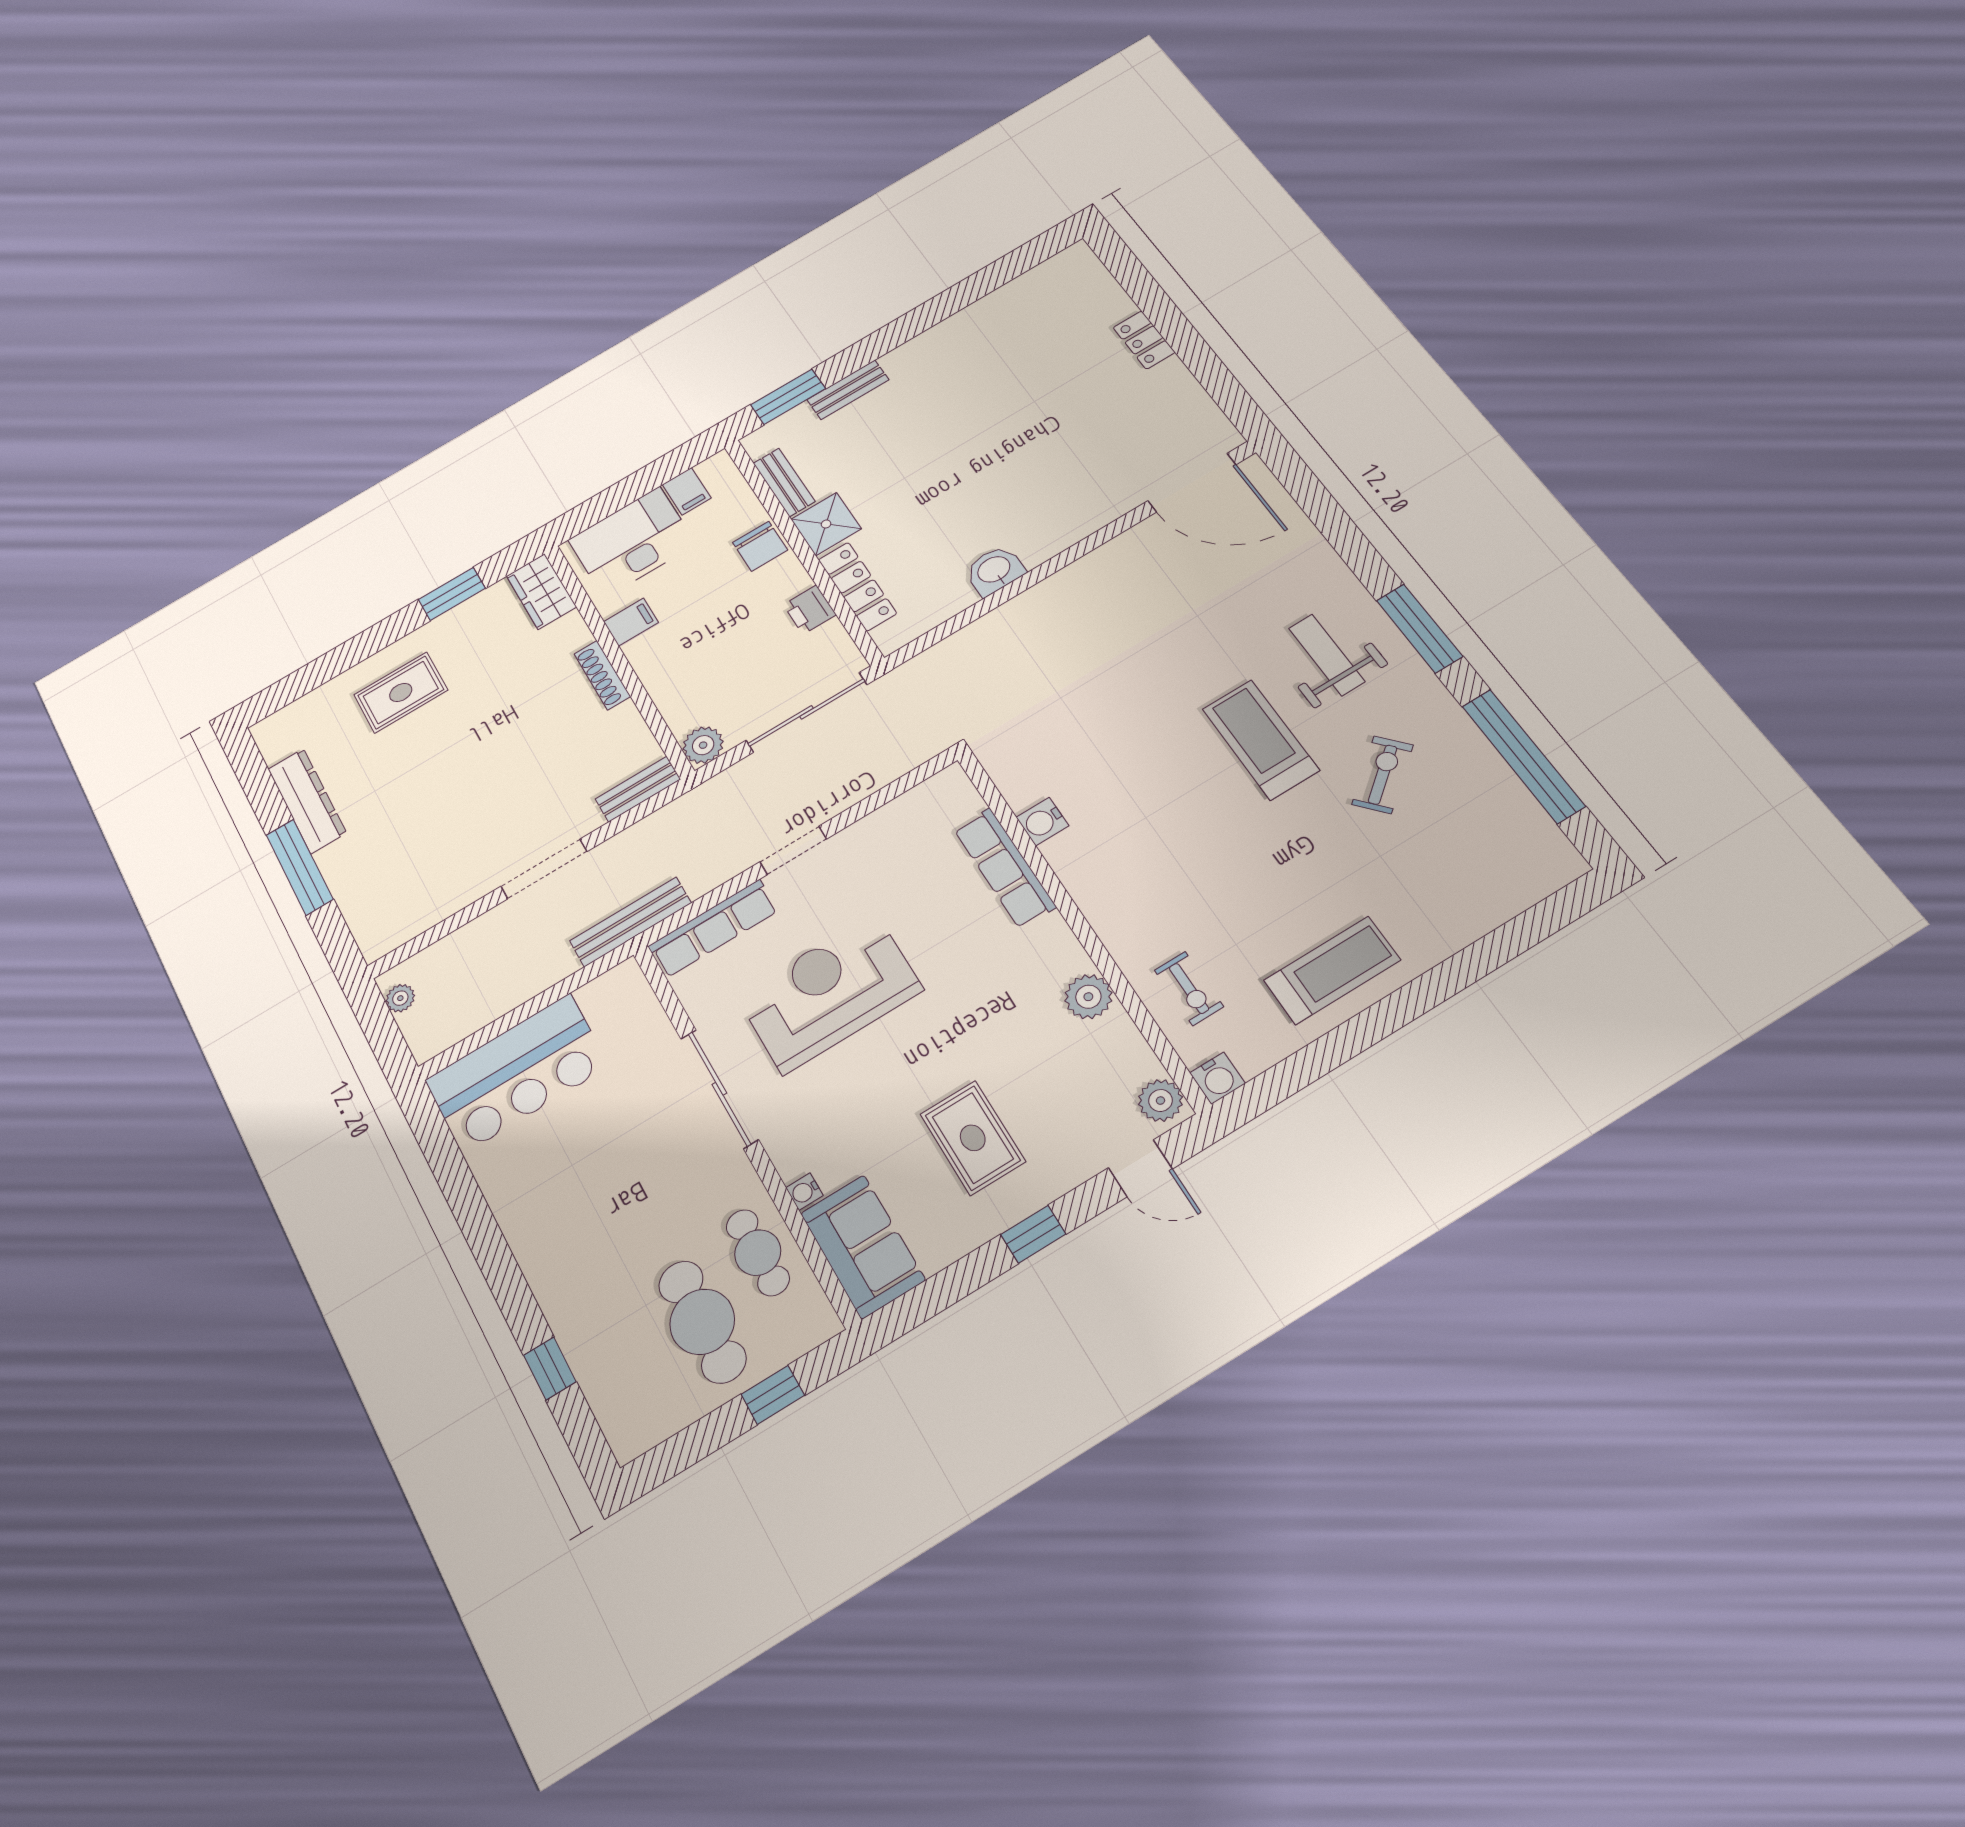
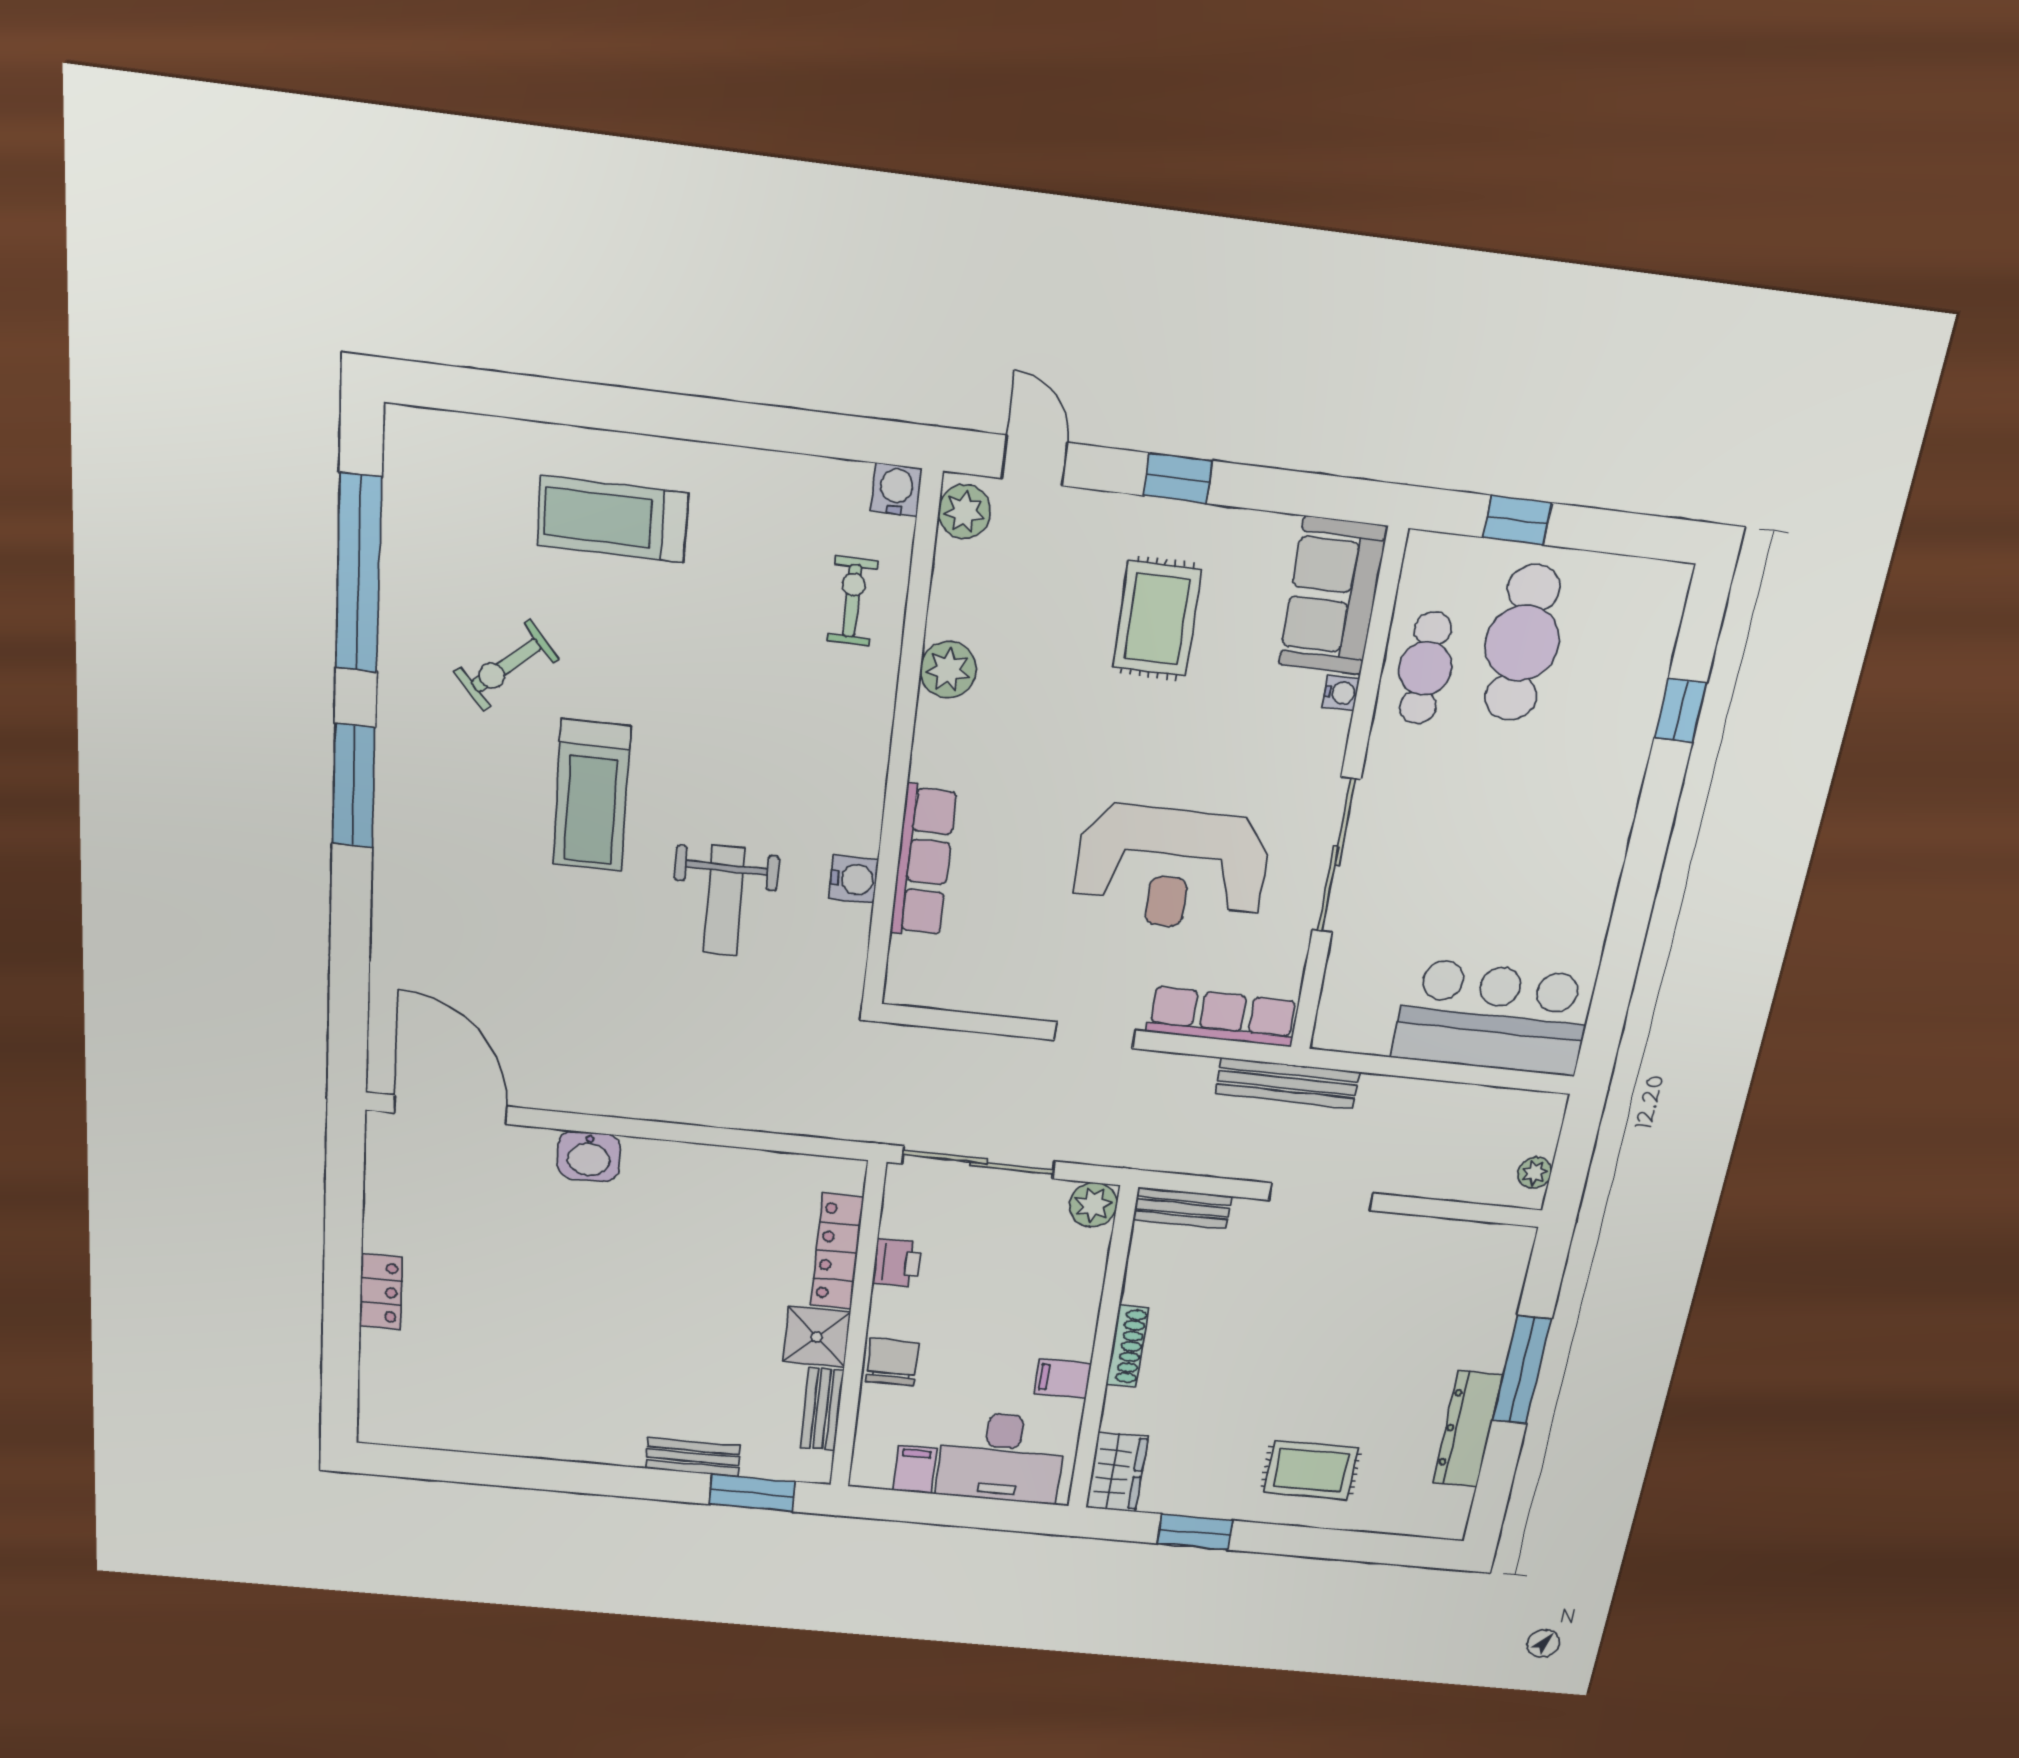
washbasin: (994, 570) -> (589, 1156), moved
weight bench: (1327, 655) -> (724, 900), moved
treadmill: (1332, 970) -> (613, 519), moved

